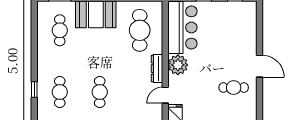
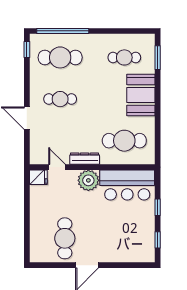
cafe table: (234, 88) -> (65, 238), width x1.37, depth x1.35
window: (34, 89) -> (63, 31), width x3.17
cafe table: (60, 92) -> (60, 57), width x1.37, depth x1.35

